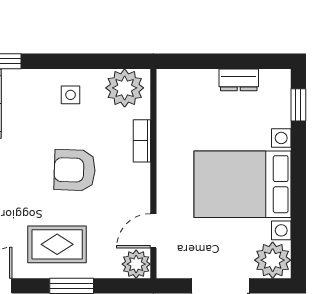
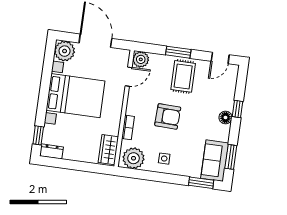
dresser: (239, 80) -> (51, 151), moved
wardrobe: (171, 97) -> (108, 150), added
rug: (57, 244) -> (183, 76), turned 90

